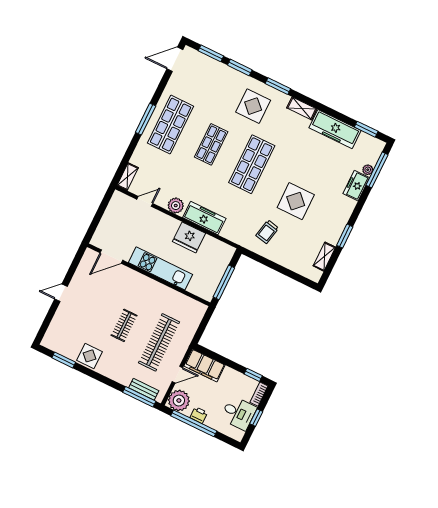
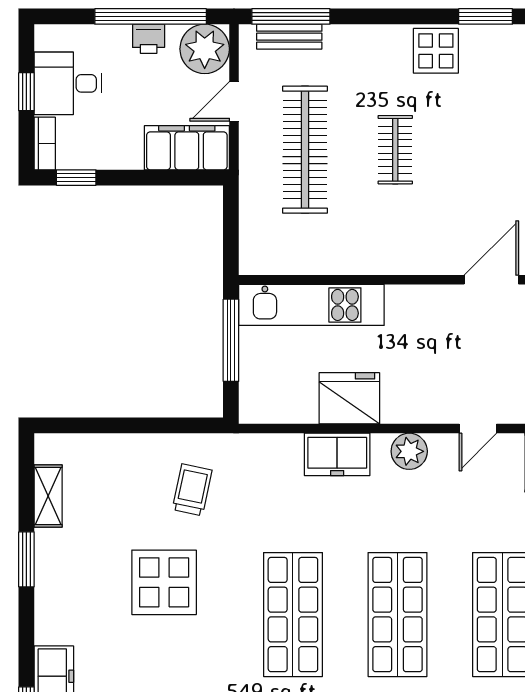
shop shelf: (211, 144) -> (398, 615), width x1.43, depth x1.36
freezer: (204, 218) -> (337, 454), width x0.71
kitchen unit: (160, 268) -> (311, 305), moved

